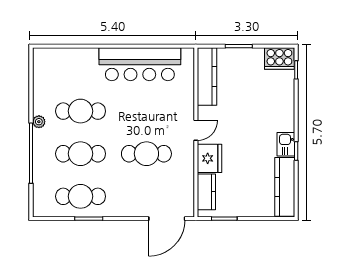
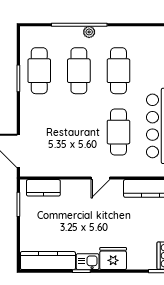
plant: (39, 122) -> (89, 32), moved
door: (196, 130) -> (101, 178), hinge flipped
cafe table: (146, 154) -> (118, 132), moved
fridge: (209, 158) -> (113, 259), moved, turned 180

